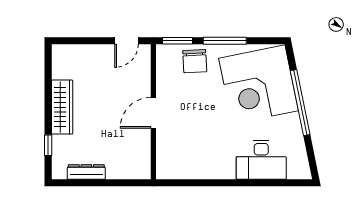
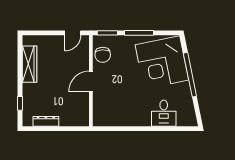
chair: (195, 61) -> (103, 55), moved
wardrobe: (62, 107) -> (29, 64), moved
desk: (261, 160) -> (164, 113), width x0.73

